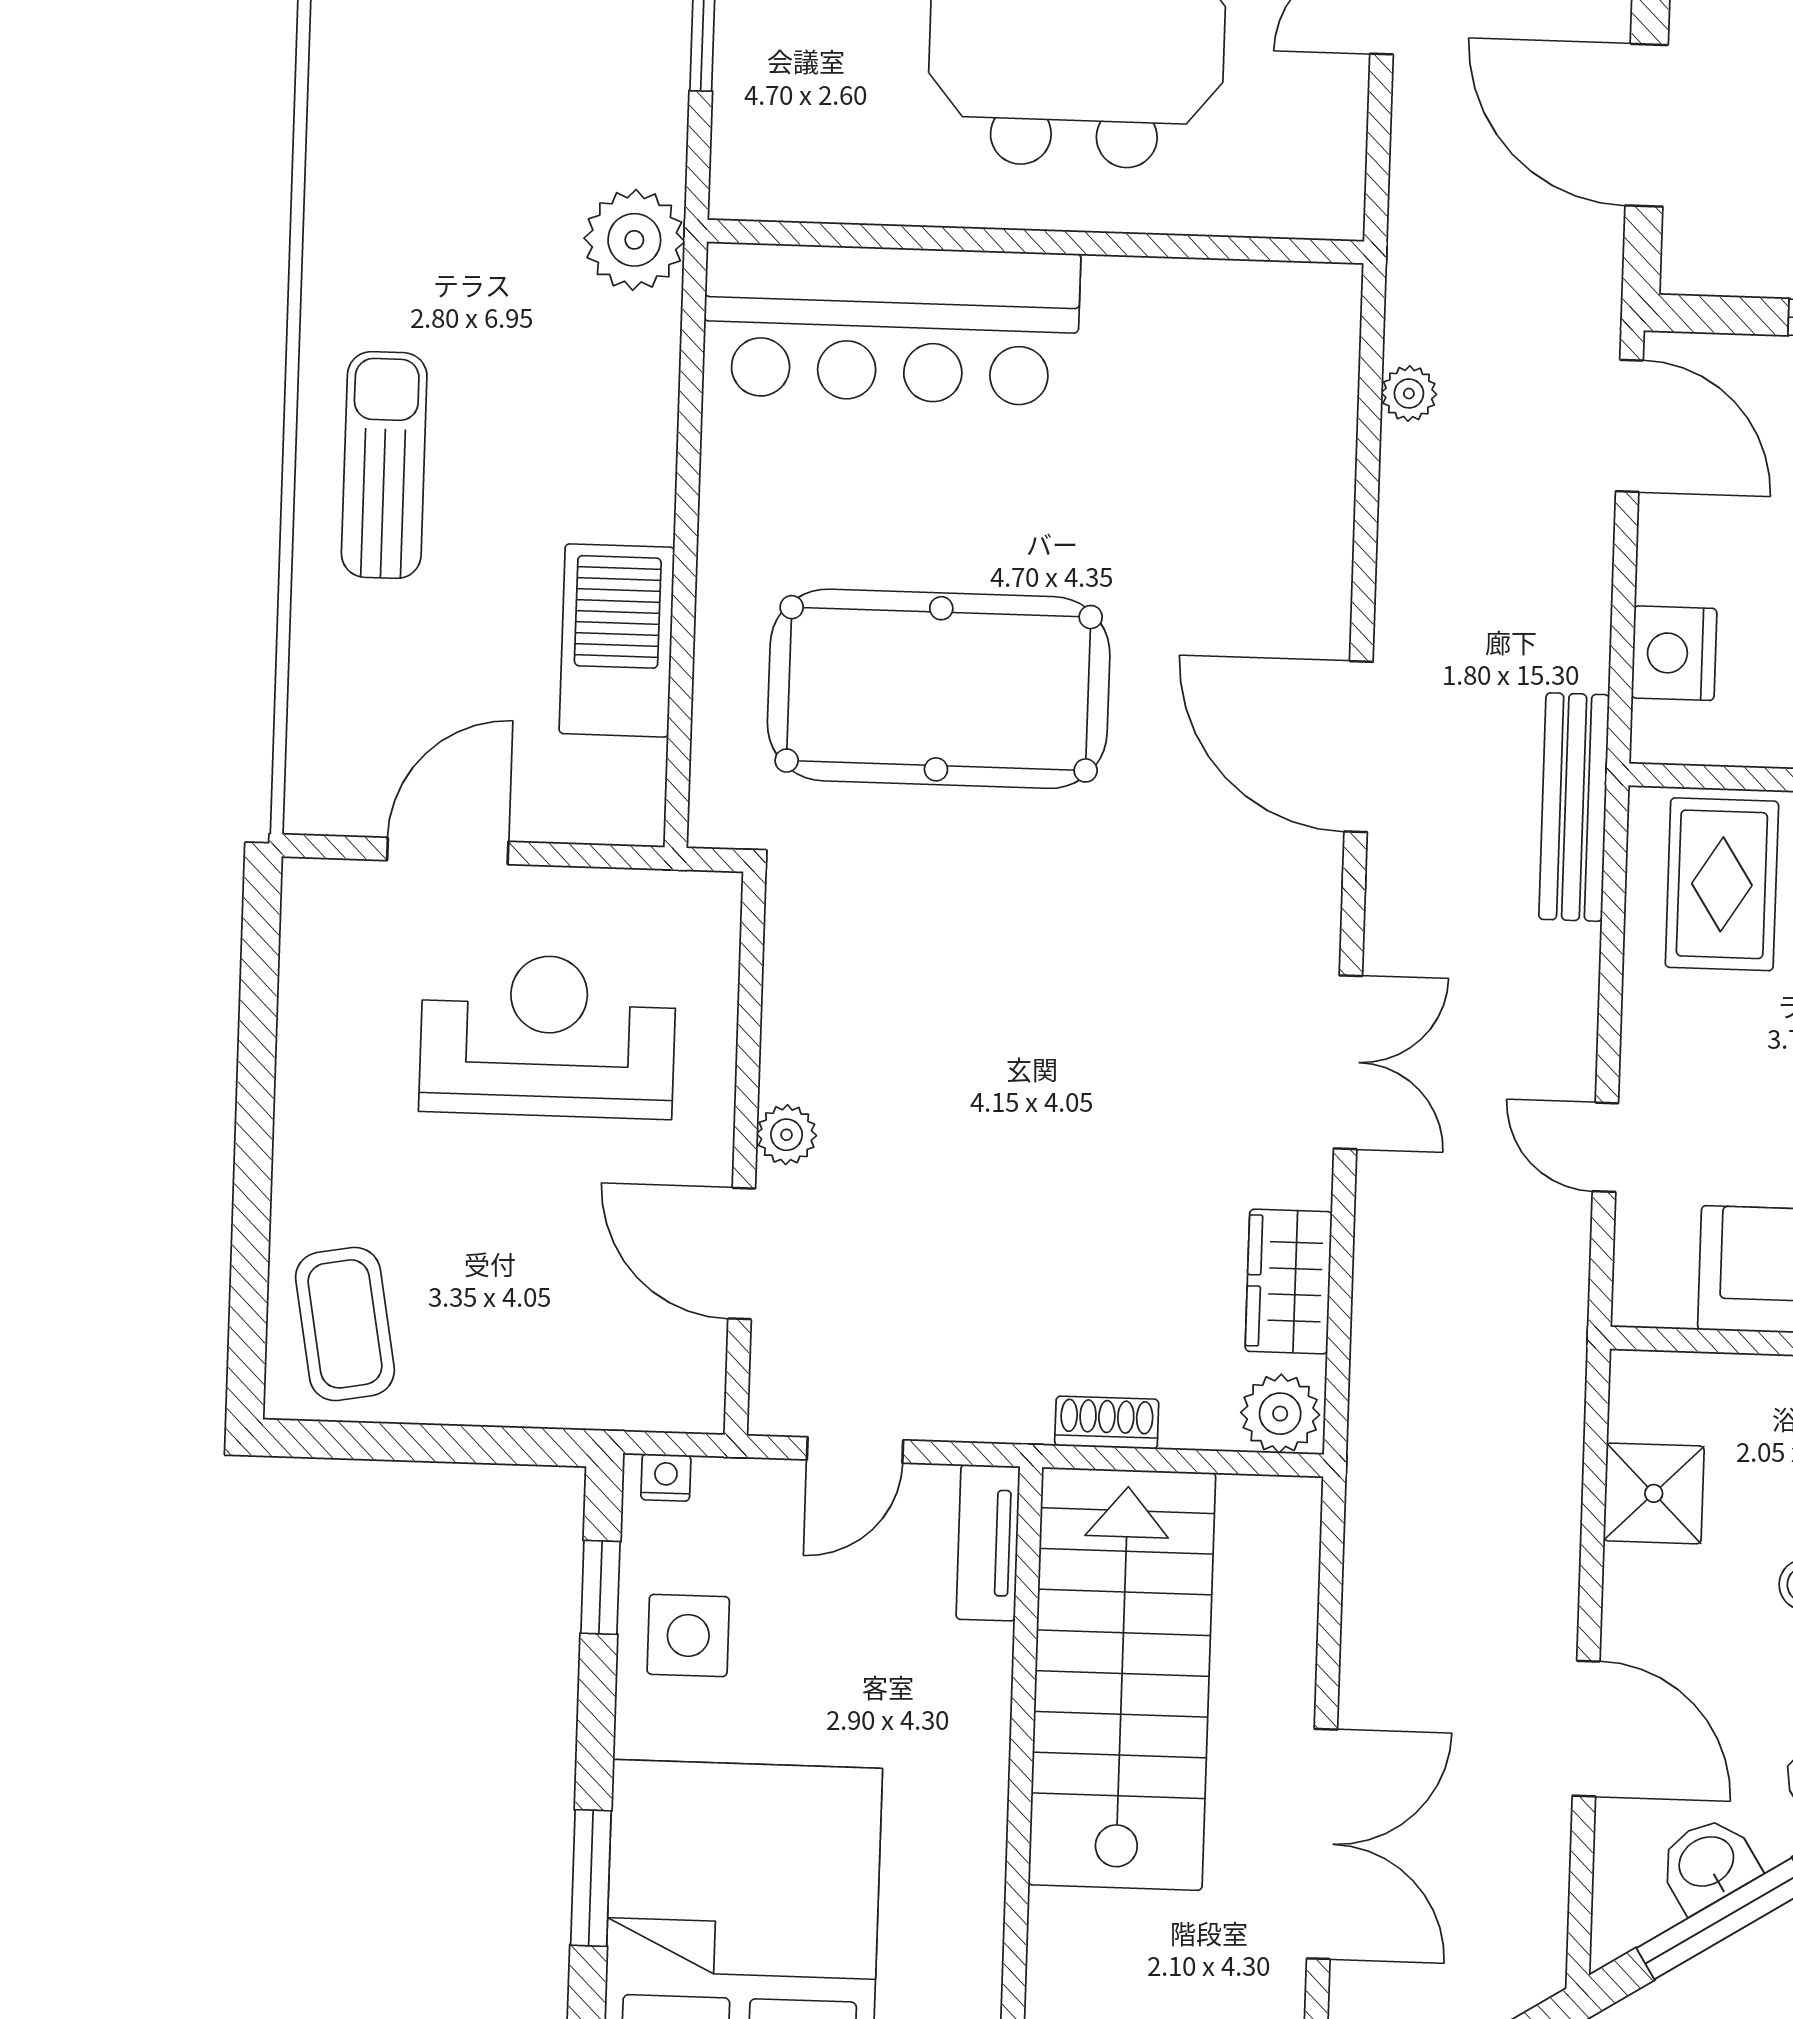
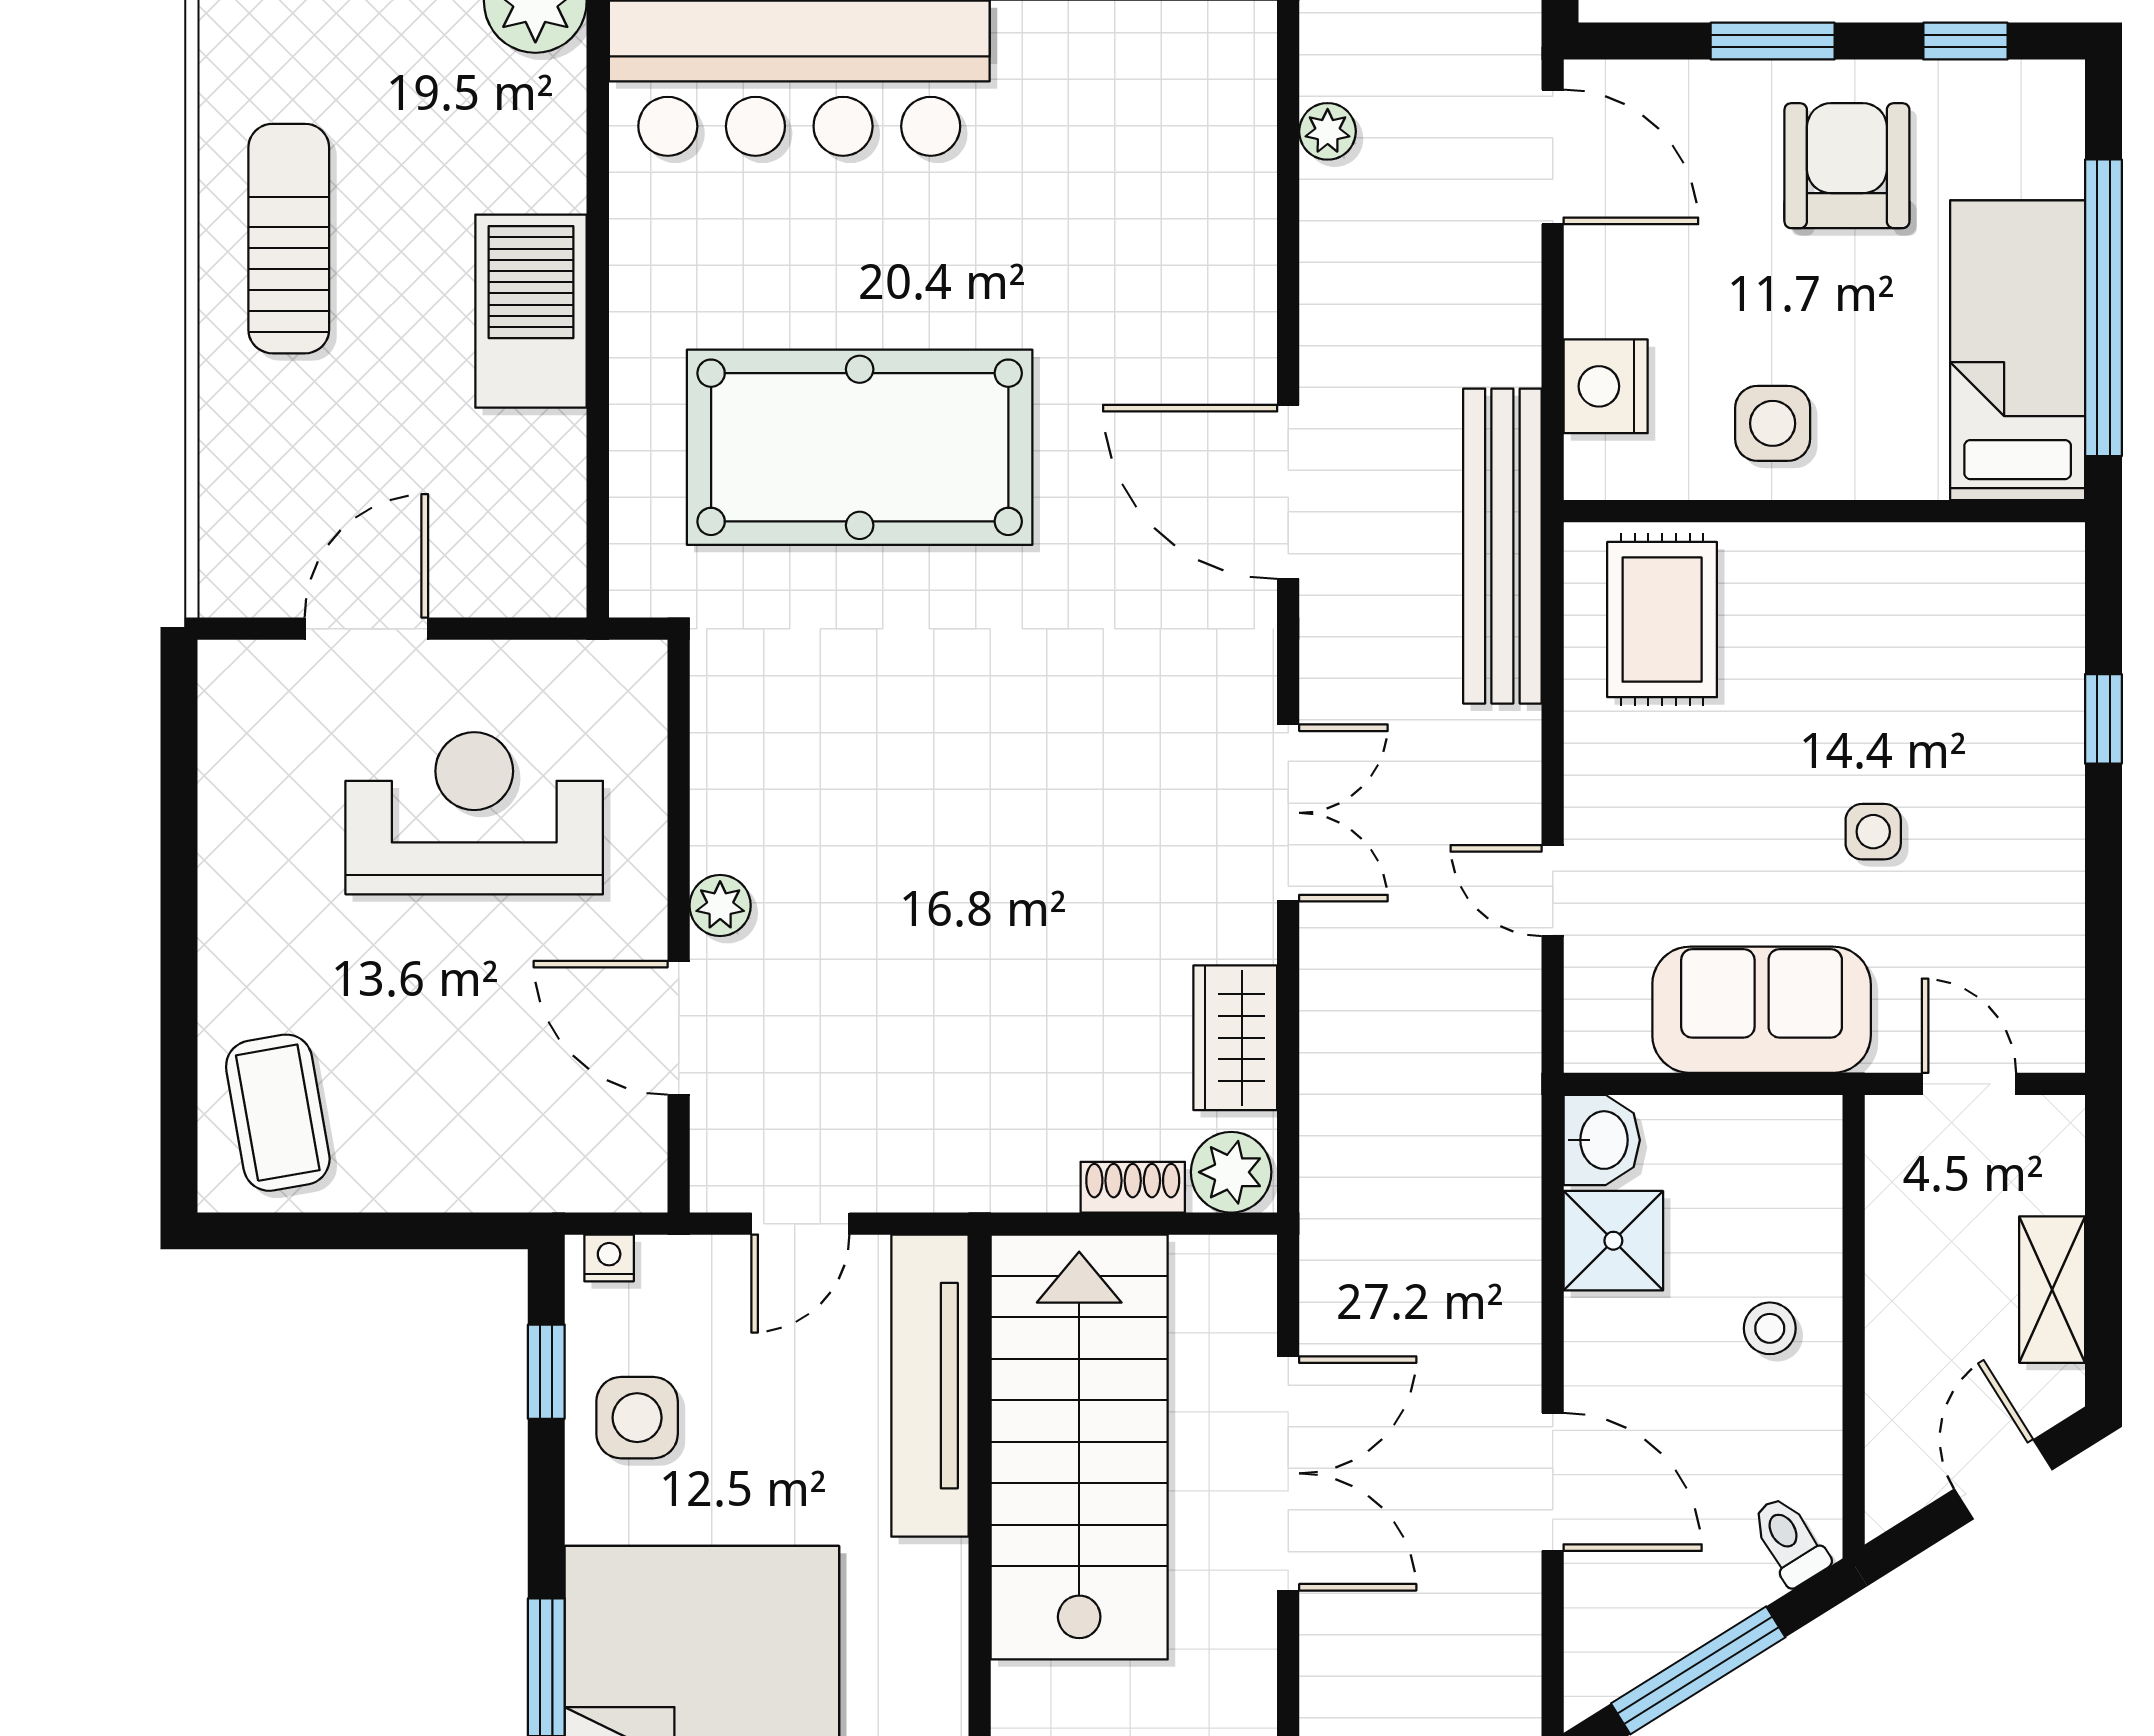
barbecue: (617, 640) -> (531, 311), moved
bench: (1574, 807) -> (1502, 546), width x1.37, depth x1.21
shoe rack: (1107, 1423) -> (1133, 1187), moved
tv unit: (988, 1543) -> (930, 1386), width x1.92, depth x1.29
double door: (1322, 1844) -> (1288, 1473), moved
washbasin: (1707, 1863) -> (1602, 1140), moved, turned 122

